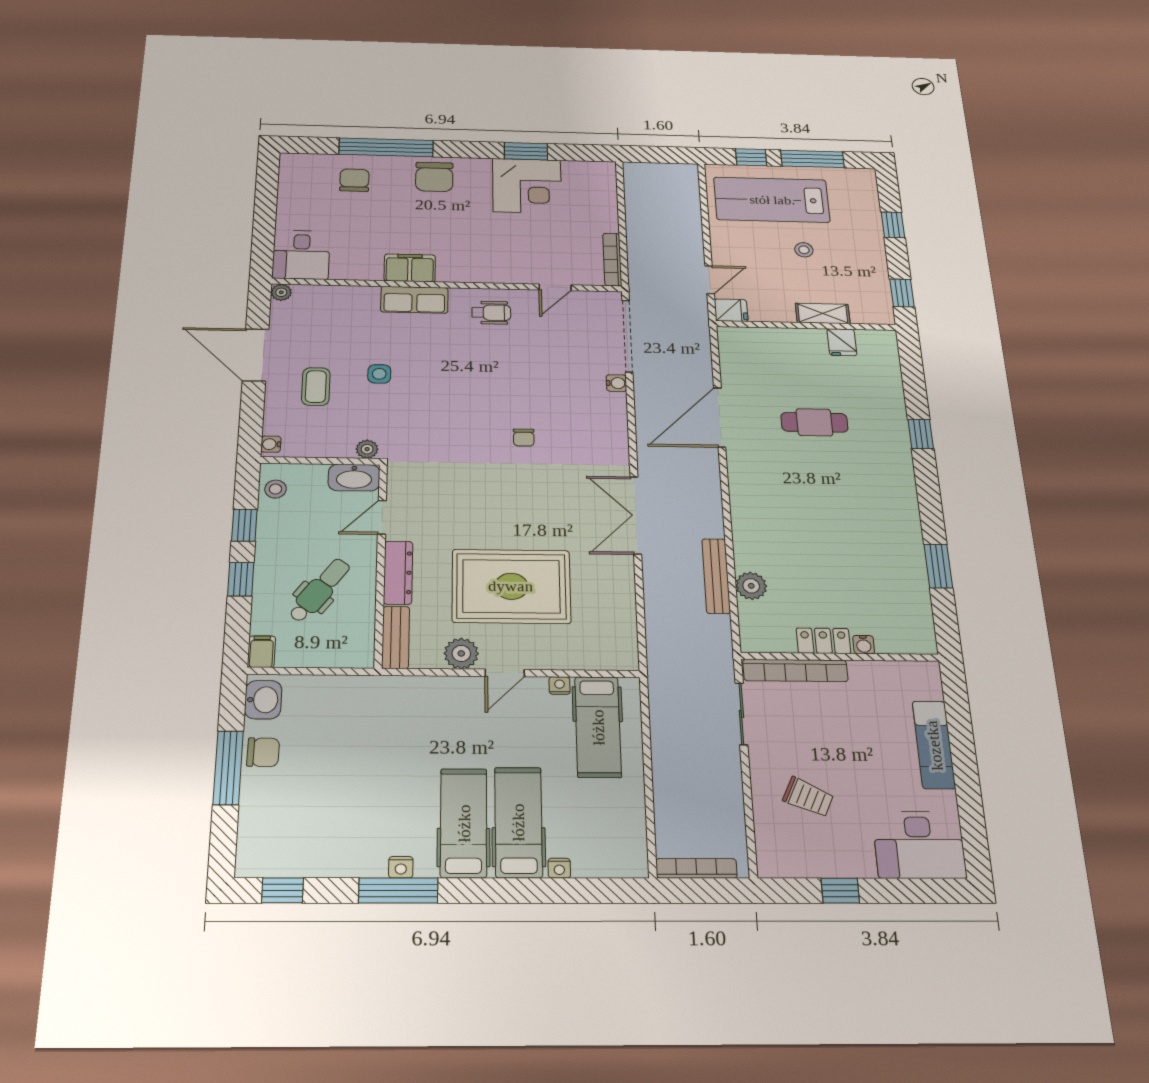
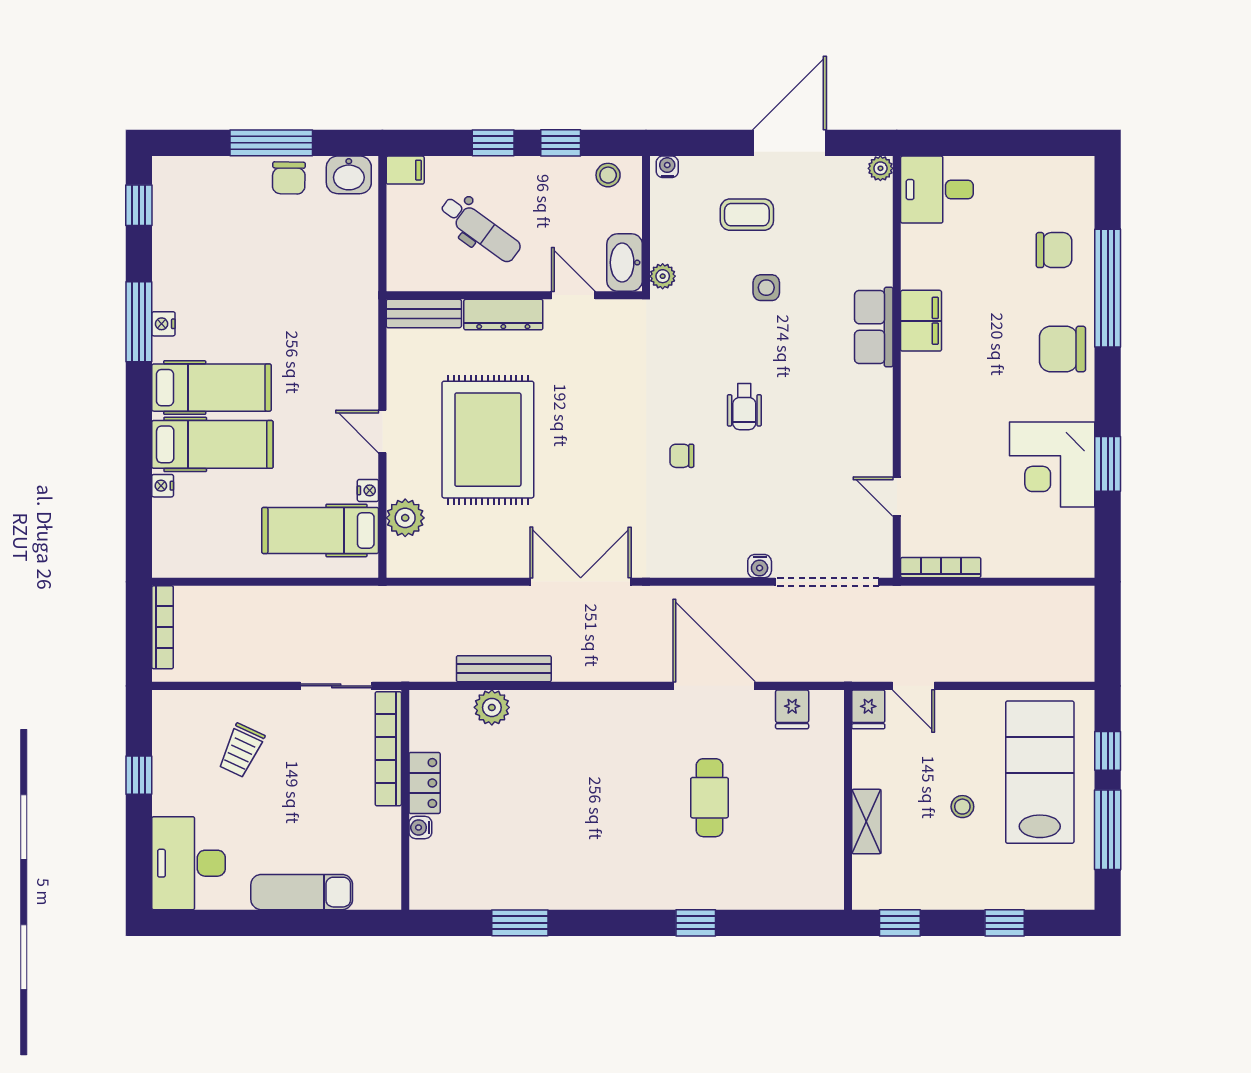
wheelchair: (491, 313) -> (744, 407), moved
fridge: (842, 342) -> (792, 709), moved, turned -90
plant: (461, 653) -> (405, 518), moved

